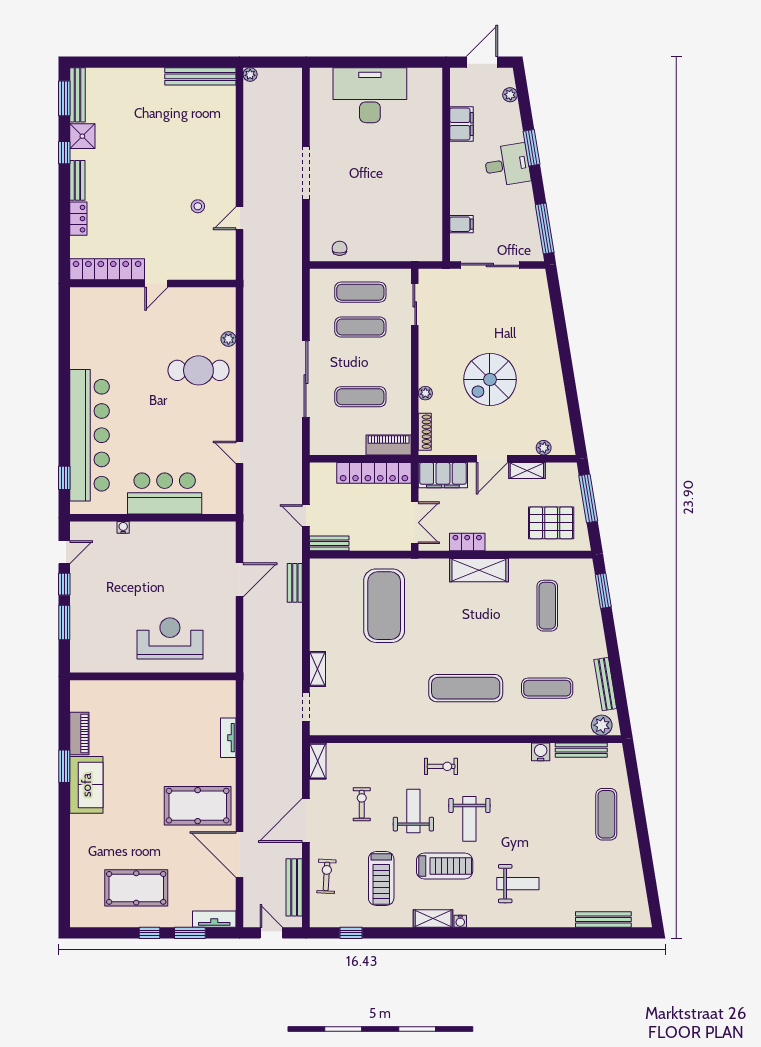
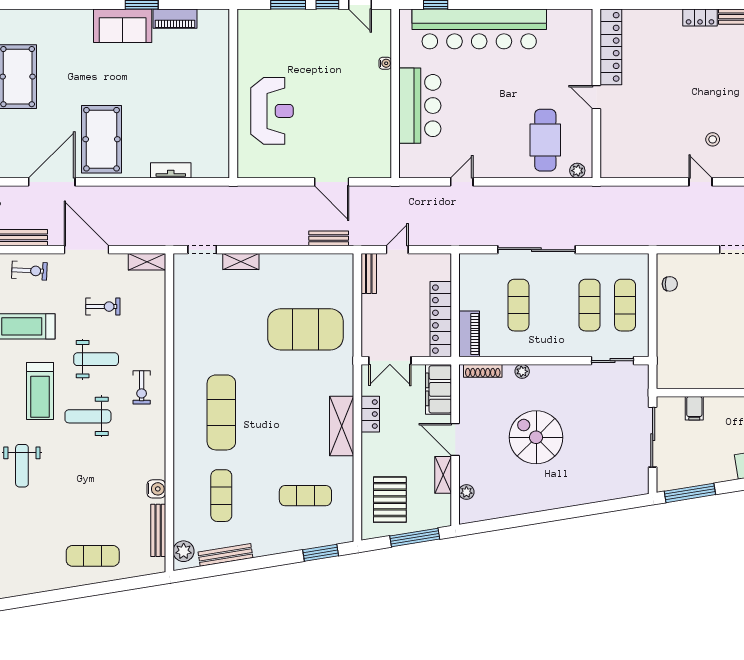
locker: (107, 269) -> (611, 47), moved
wall: (153, 283) -> (596, 93), moved
door: (156, 283) -> (596, 97), moved

